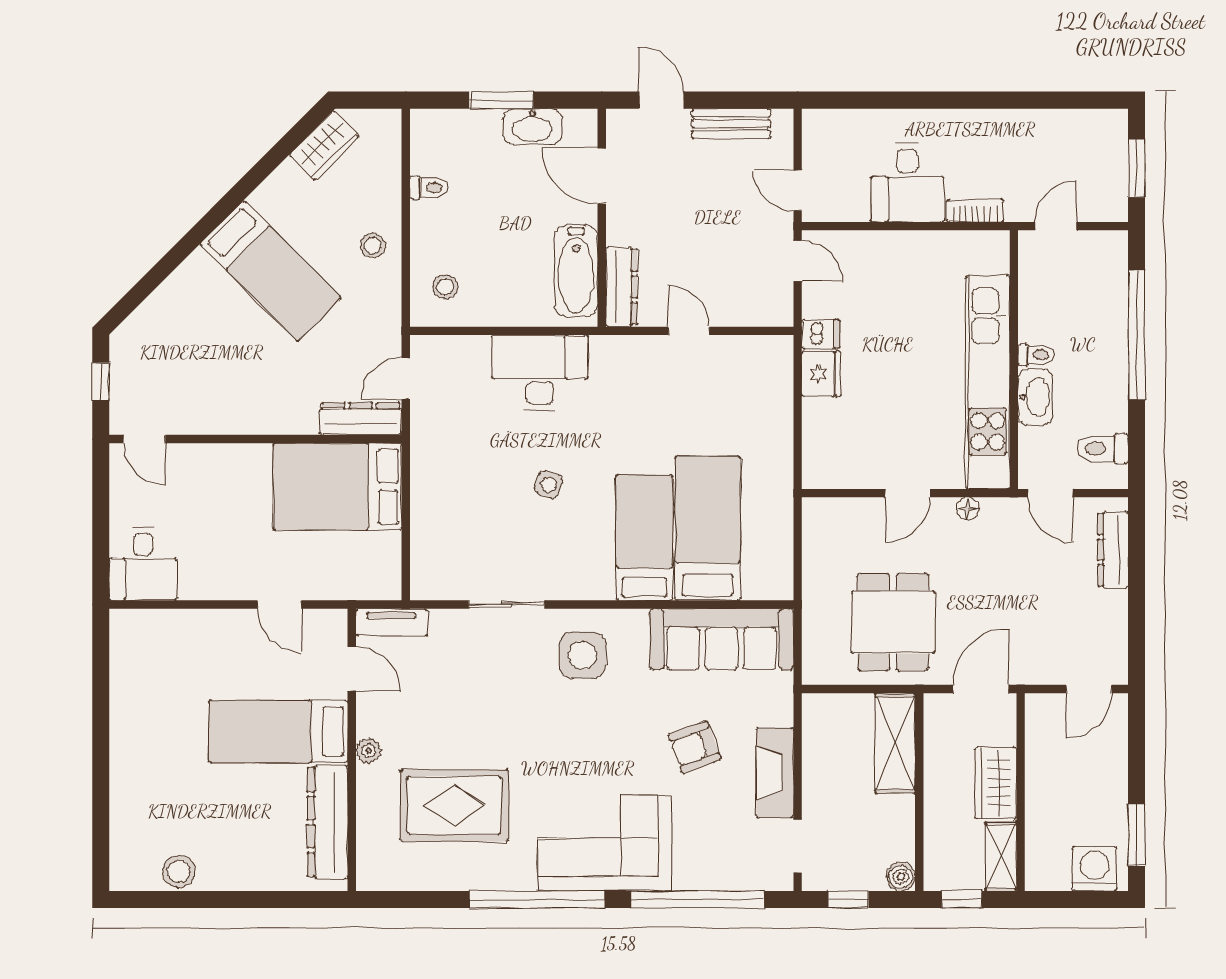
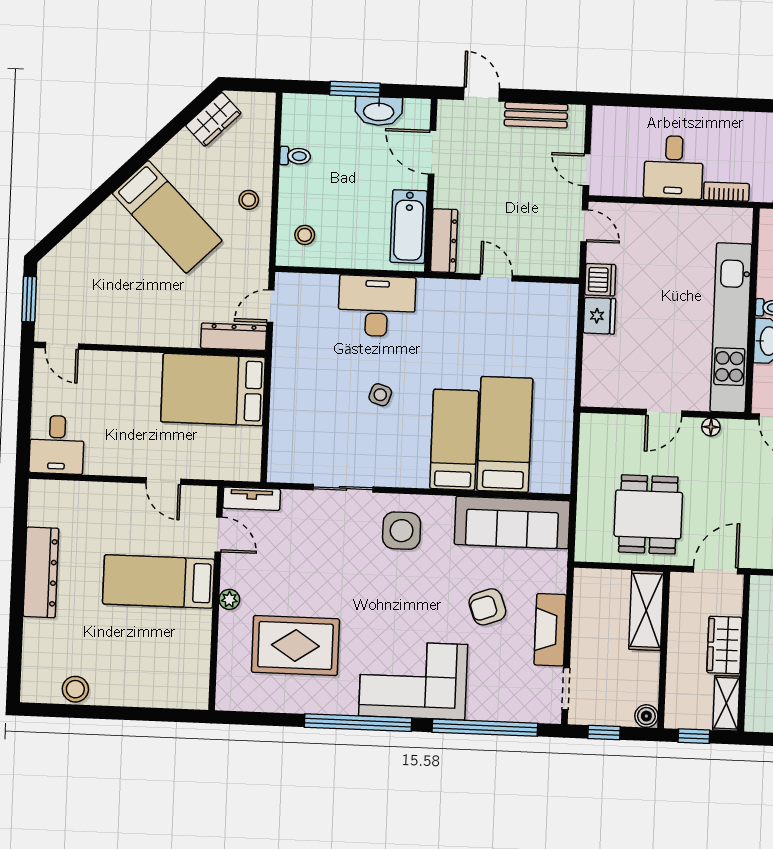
dishwasher: (821, 334) -> (600, 280), width x1.38
window: (101, 382) -> (29, 299), width x1.50
dresser: (327, 822) -> (41, 572), moved, turned 180

